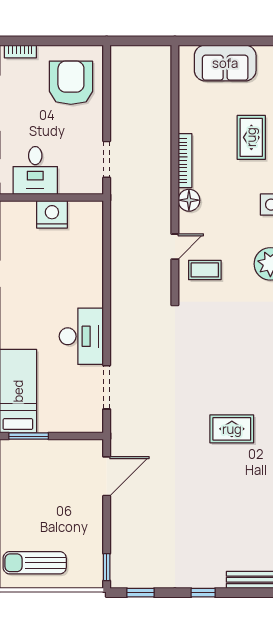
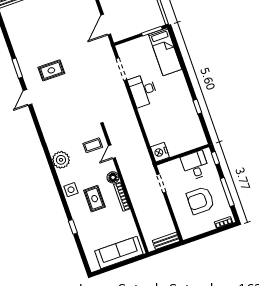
bench: (134, 54) -> (166, 241), added
sofa: (225, 63) -> (119, 253), width x1.36
armchair: (71, 83) -> (200, 200), moved, turned 90
rug: (251, 137) -> (95, 199), moved
nightstand: (52, 214) -> (160, 152), moved, turned 90

